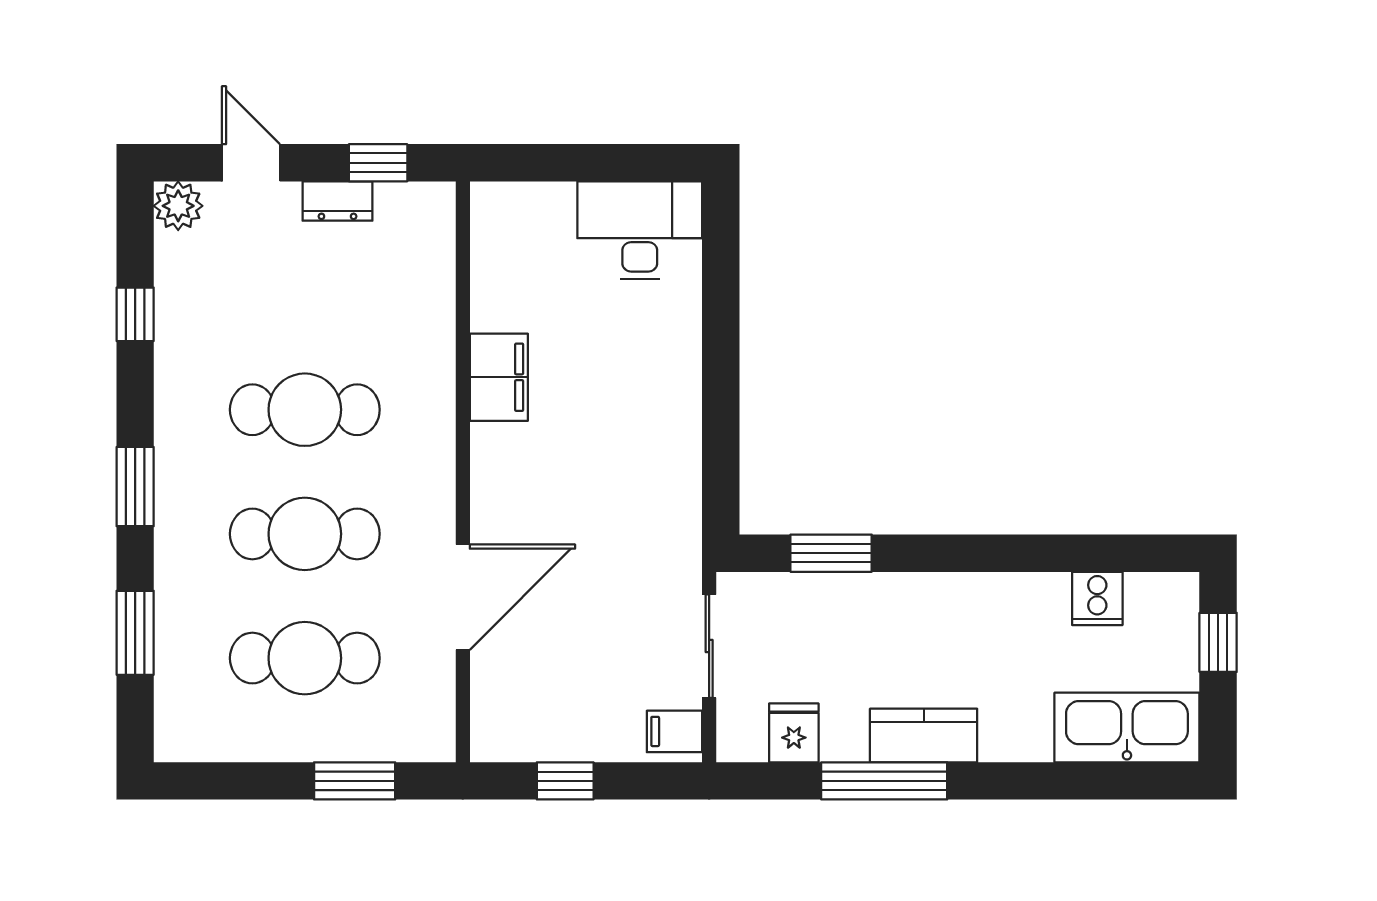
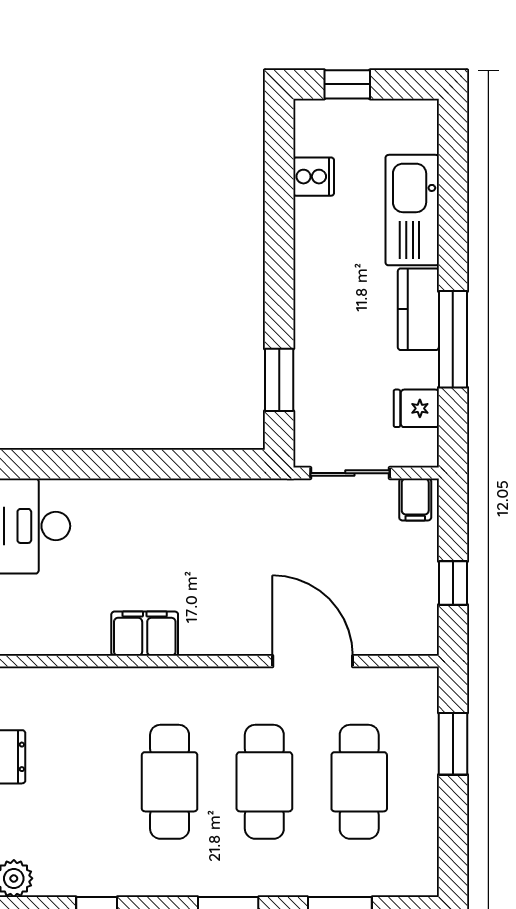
kitchen sink: (1127, 727) -> (412, 210), moved

